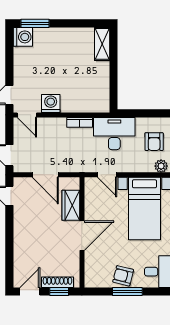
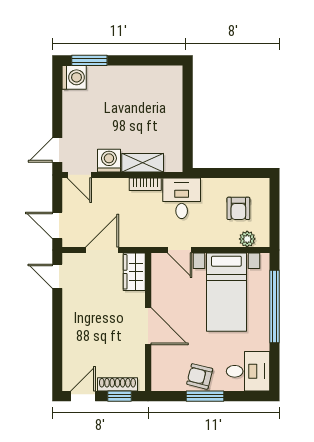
shelving: (102, 44) -> (143, 163), moved, turned 90
desk: (114, 134) -> (182, 198), width x0.73
door: (45, 175) -> (102, 250), swing flipped
wardrobe: (71, 205) -> (134, 272), moved
door: (82, 236) -> (148, 326), hinge flipped

